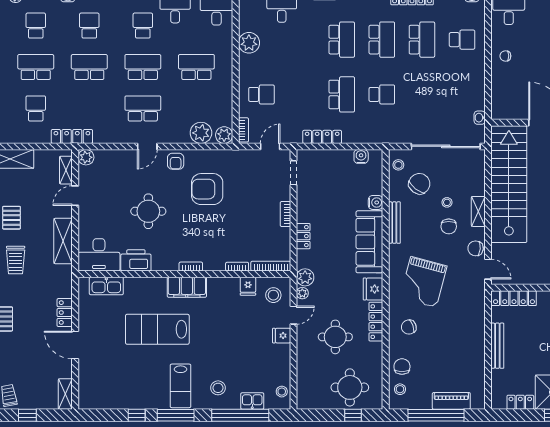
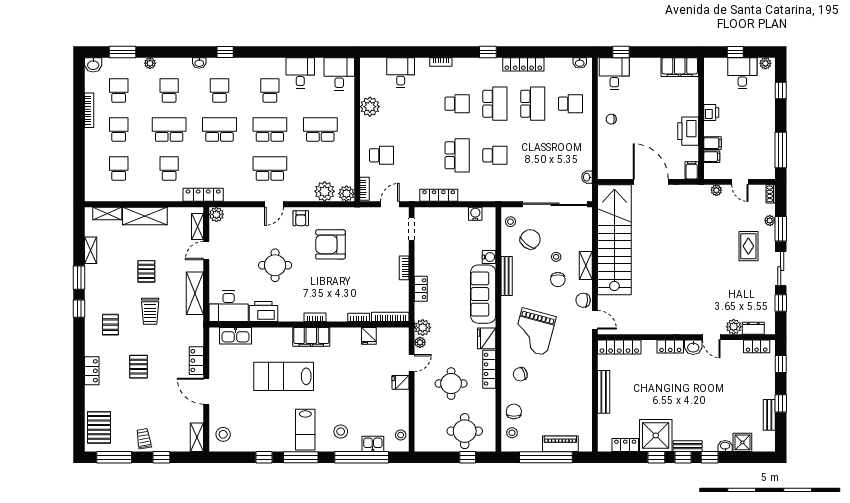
school desk: (342, 40) -> (457, 104), width x0.54
stool: (273, 295) -> (223, 434), moved

